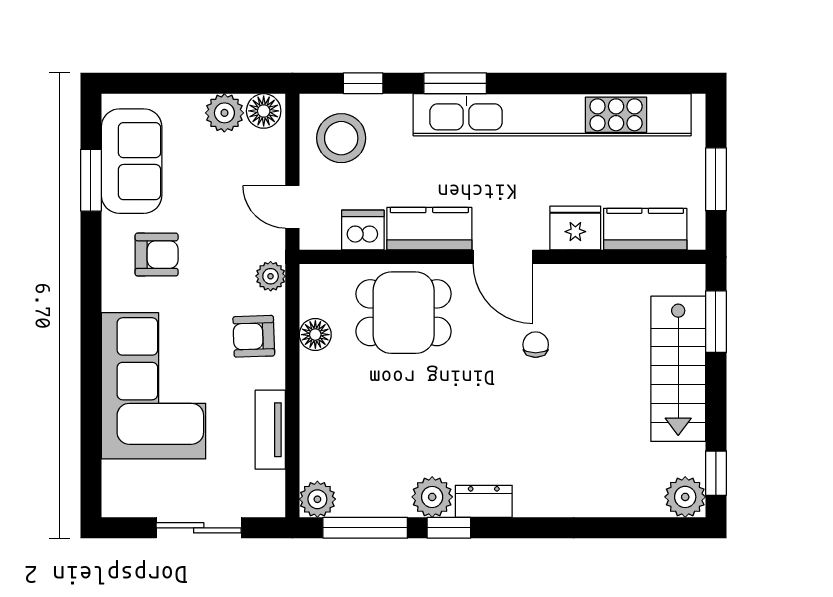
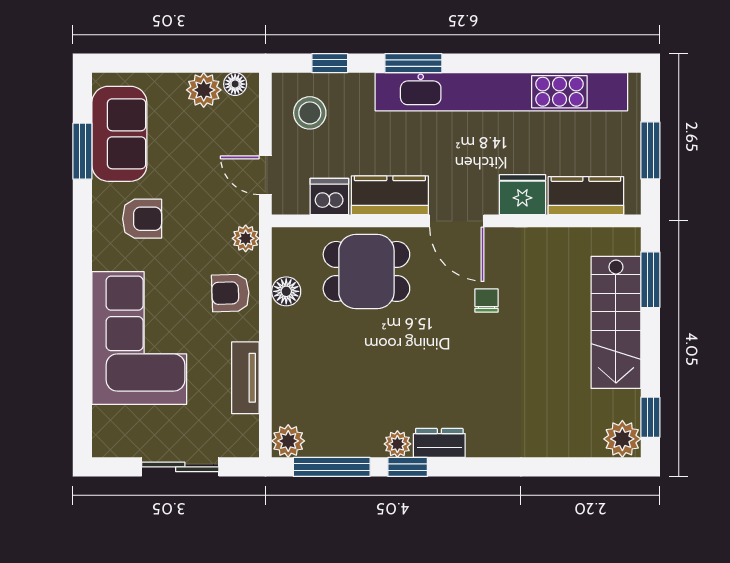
floor lamp: (264, 111) -> (235, 84), width x0.73, depth x0.73
stool: (341, 138) -> (310, 113), width x0.73, depth x0.73
plant: (432, 497) -> (397, 444), width x0.73, depth x0.73

